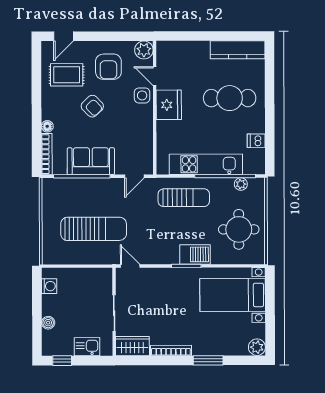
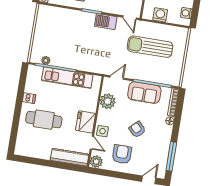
kitchen counter: (238, 50) -> (70, 157), moved
window: (37, 75) -> (171, 156), added
rug: (67, 75) -> (151, 153), removed
plant: (142, 140) -> (108, 101), added
dishwasher: (256, 141) -> (29, 98), moved
sun lounger: (184, 198) -> (86, 58), removed
round table: (239, 229) -> (52, 30), removed
barbecue: (195, 254) -> (106, 22), moved
washing machine: (87, 277) -> (160, 15), added

